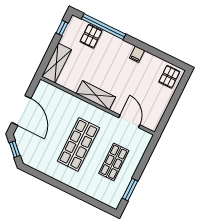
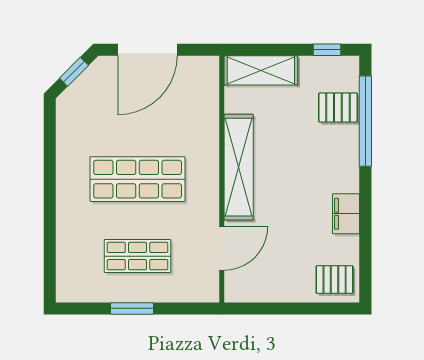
filing cabinet: (137, 54) -> (346, 214), width x2.00
shelving: (96, 95) -> (239, 167), width x1.47
window: (130, 190) -> (132, 308), moved

